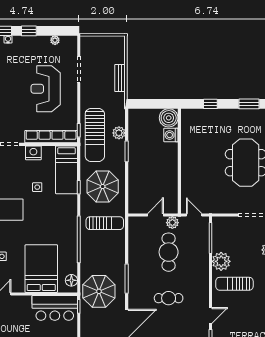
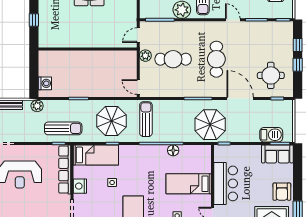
boiler: (169, 118) -> (47, 59), removed
plant: (119, 133) -> (37, 106), moved
sun lounger: (95, 135) -> (63, 128), width x0.73, depth x0.75
washing machine: (171, 135) -> (45, 83), moved, turned -90
door: (155, 215) -> (138, 87), moved
bed: (41, 269) -> (189, 184), width x0.67
floor lamp: (71, 280) -> (173, 150), moved
cafe table: (169, 298) -> (216, 59), width x1.37, depth x1.35
bar counter: (55, 308) -> (226, 183), moved

